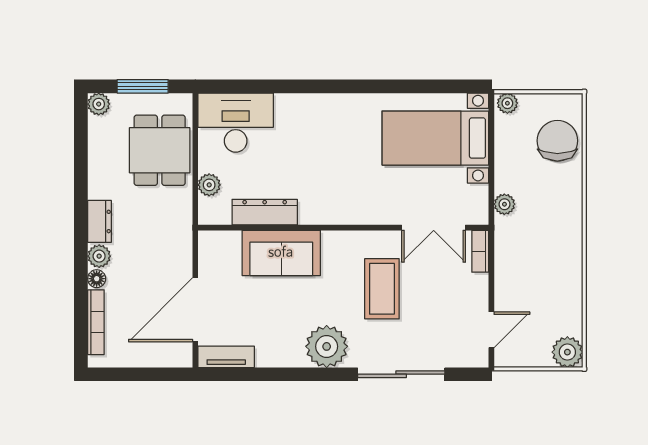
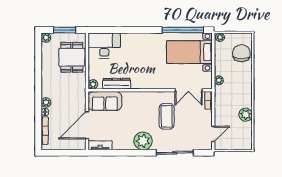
window: (420, 86) -> (183, 30), added
plant: (209, 185) -> (93, 84), moved
dresser: (99, 221) -> (46, 88), removed
sofa: (281, 253) -> (105, 101), moved
plant: (567, 352) -> (246, 115), moved

